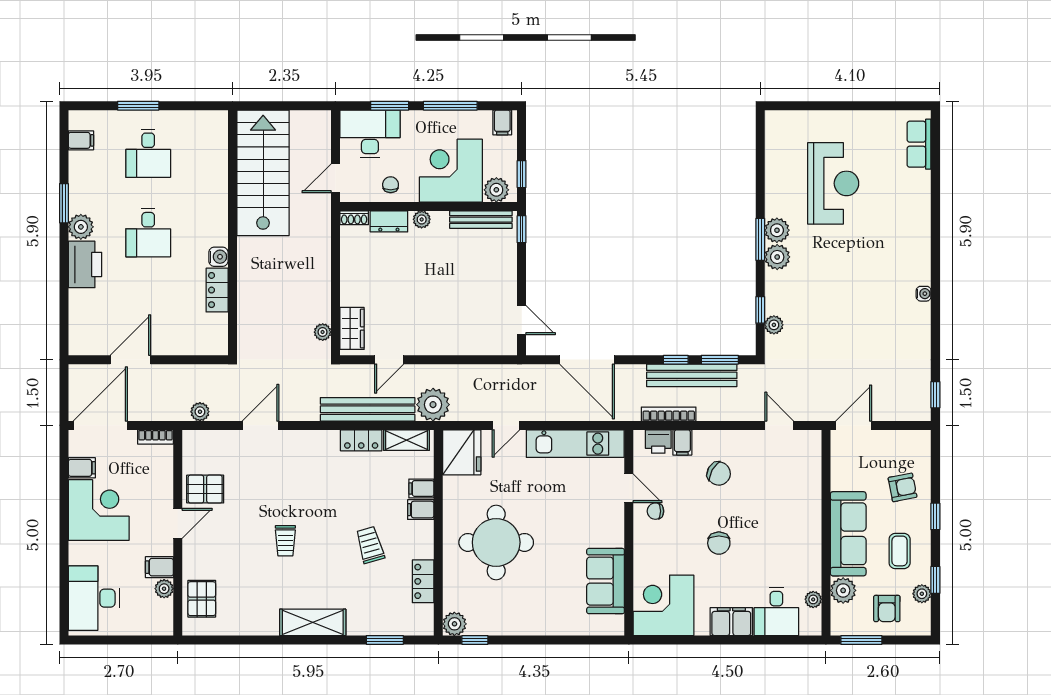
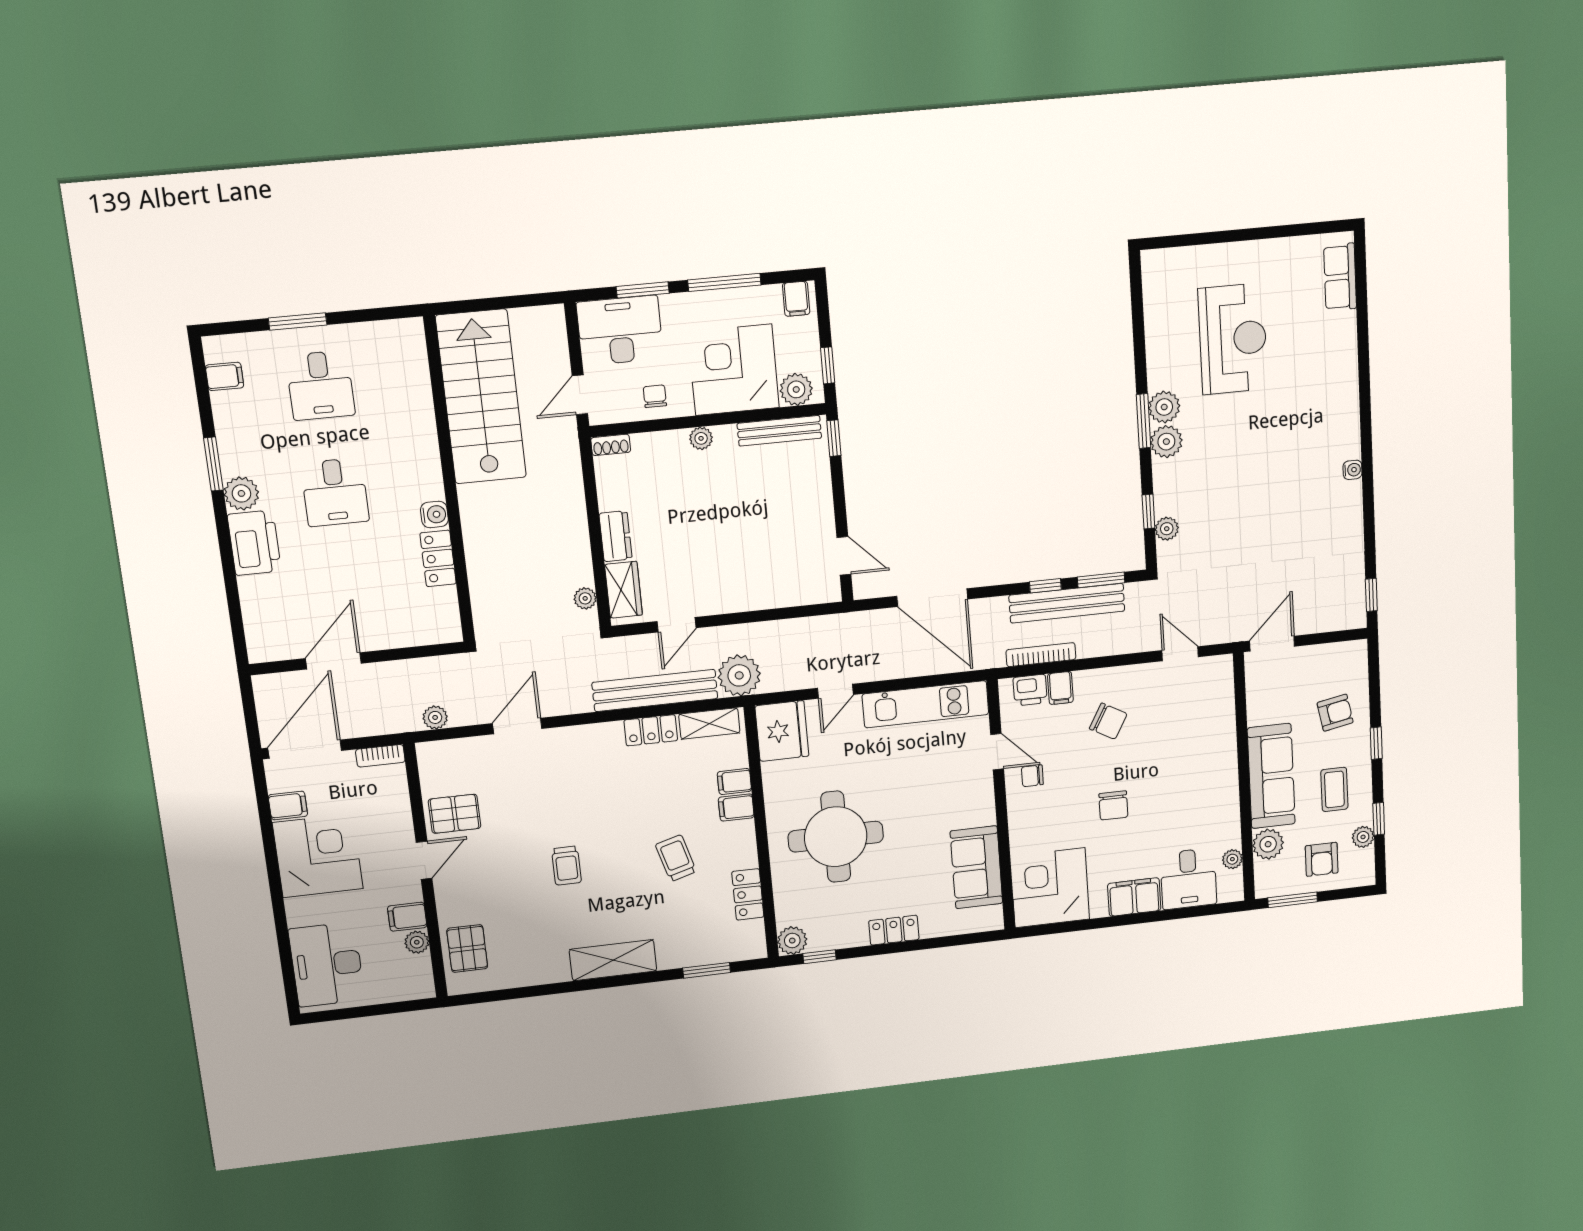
dresser: (389, 221) -> (616, 536), moved, turned -90
locker: (536, 625) -> (894, 930), added

